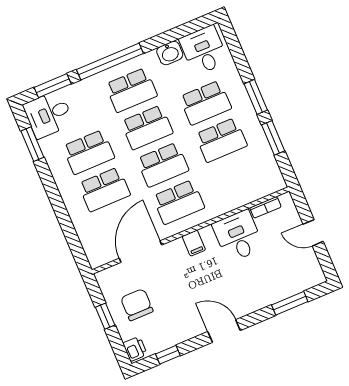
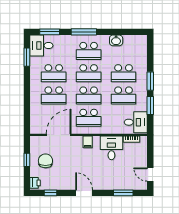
desk: (204, 50) -> (136, 122), moved, turned 90
window: (110, 61) -> (84, 32), width x0.68
door: (313, 233) -> (150, 175), moved

